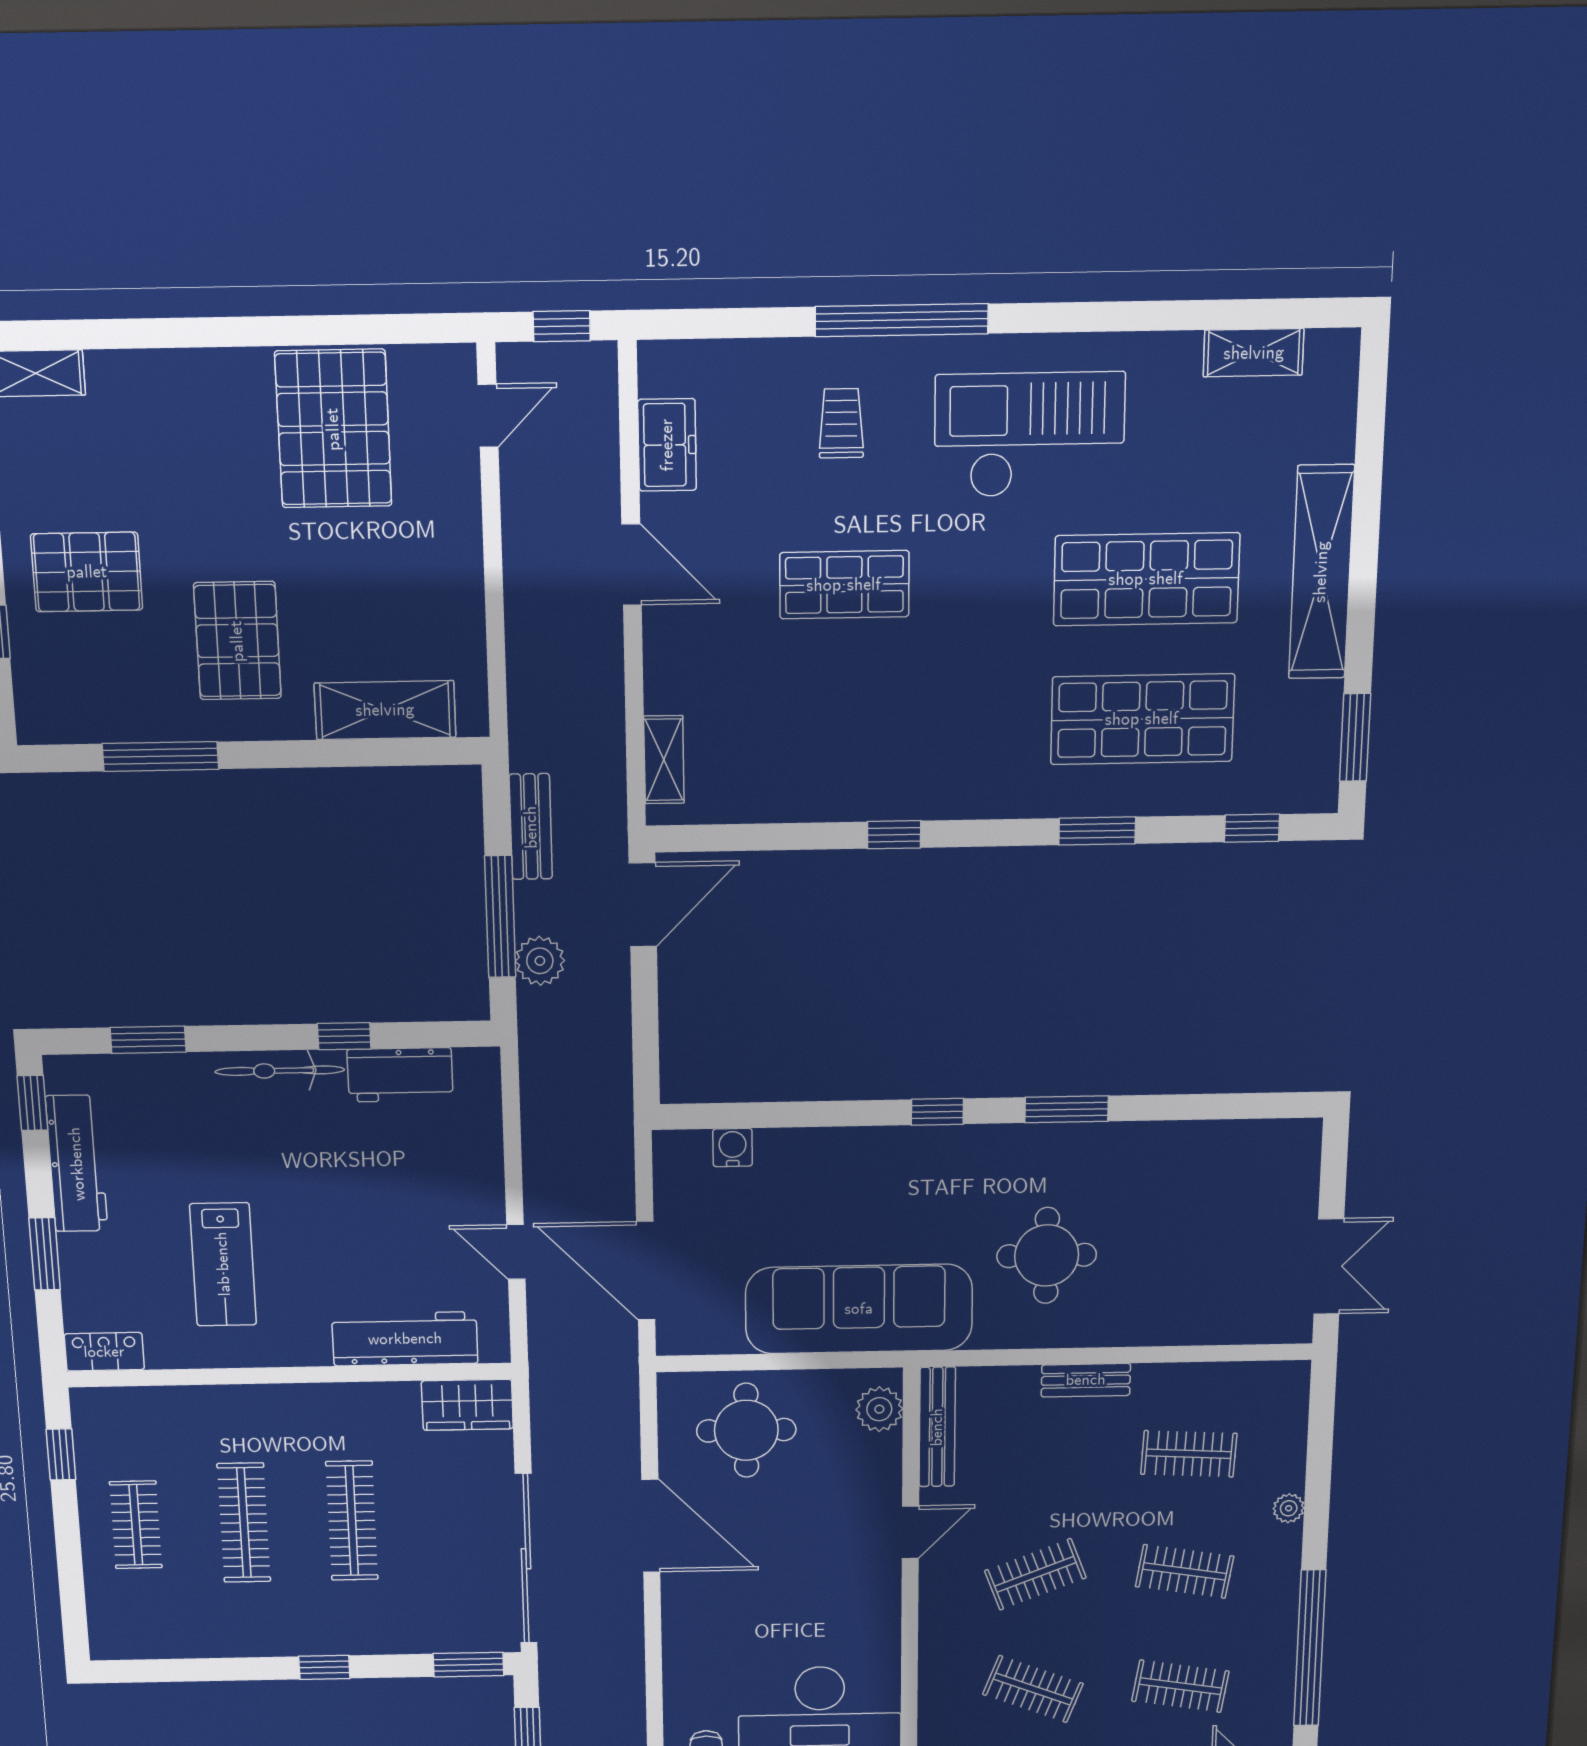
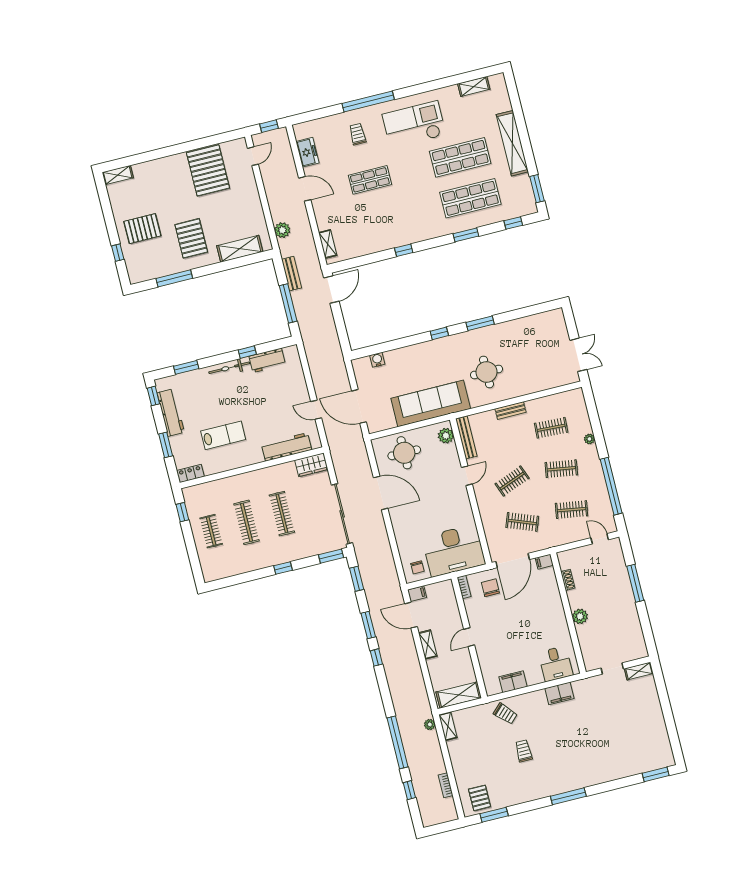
plant: (540, 961) -> (282, 230), moved
lab bench: (223, 1264) -> (223, 435), turned -90

